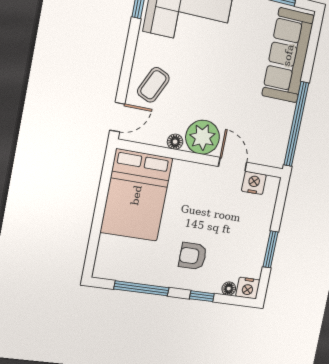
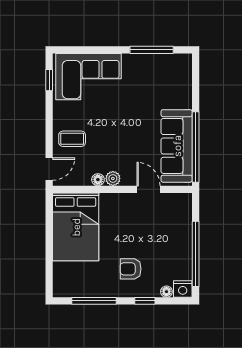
sofa: (288, 55) -> (177, 146), moved
coffee table: (153, 85) -> (72, 139), turned 65
plant: (203, 137) -> (113, 178), width x0.53, depth x0.53
nightstand: (254, 183) -> (170, 201), removed
window: (270, 249) -> (196, 254), width x2.11

